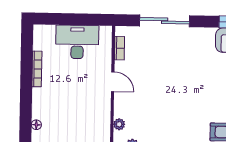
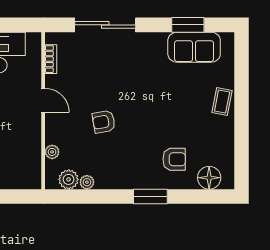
armchair: (162, 100) -> (104, 122), added

